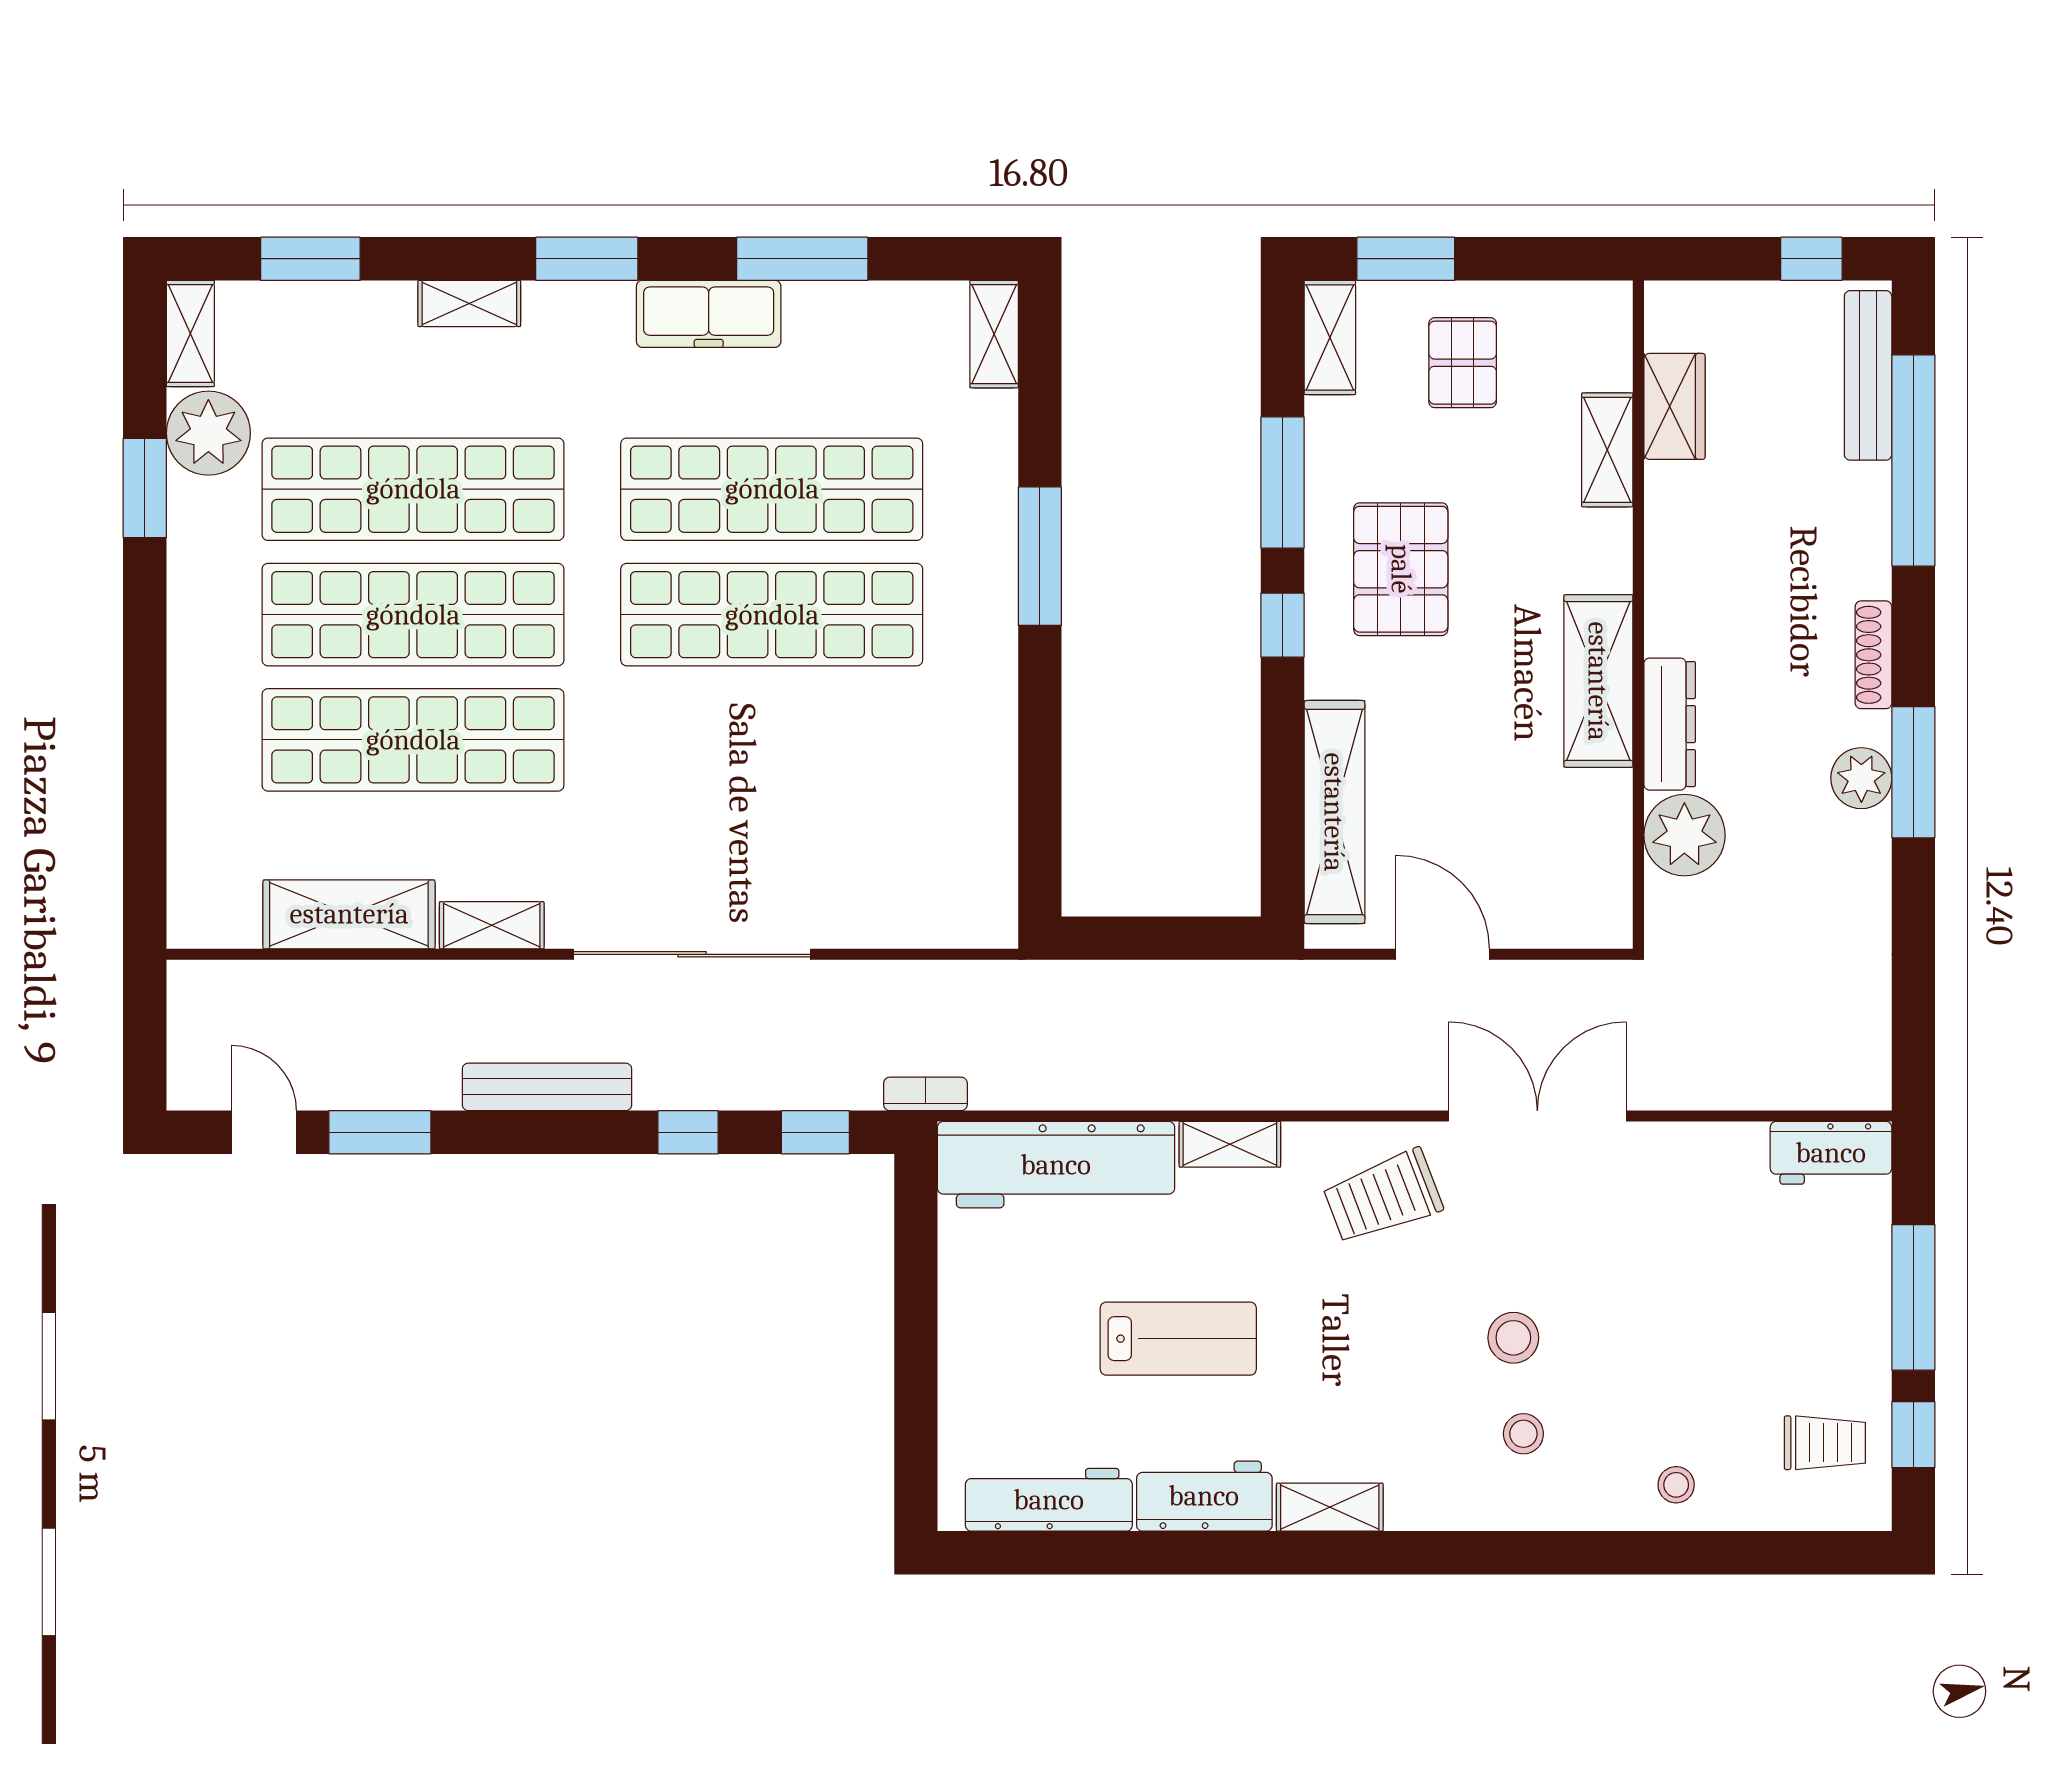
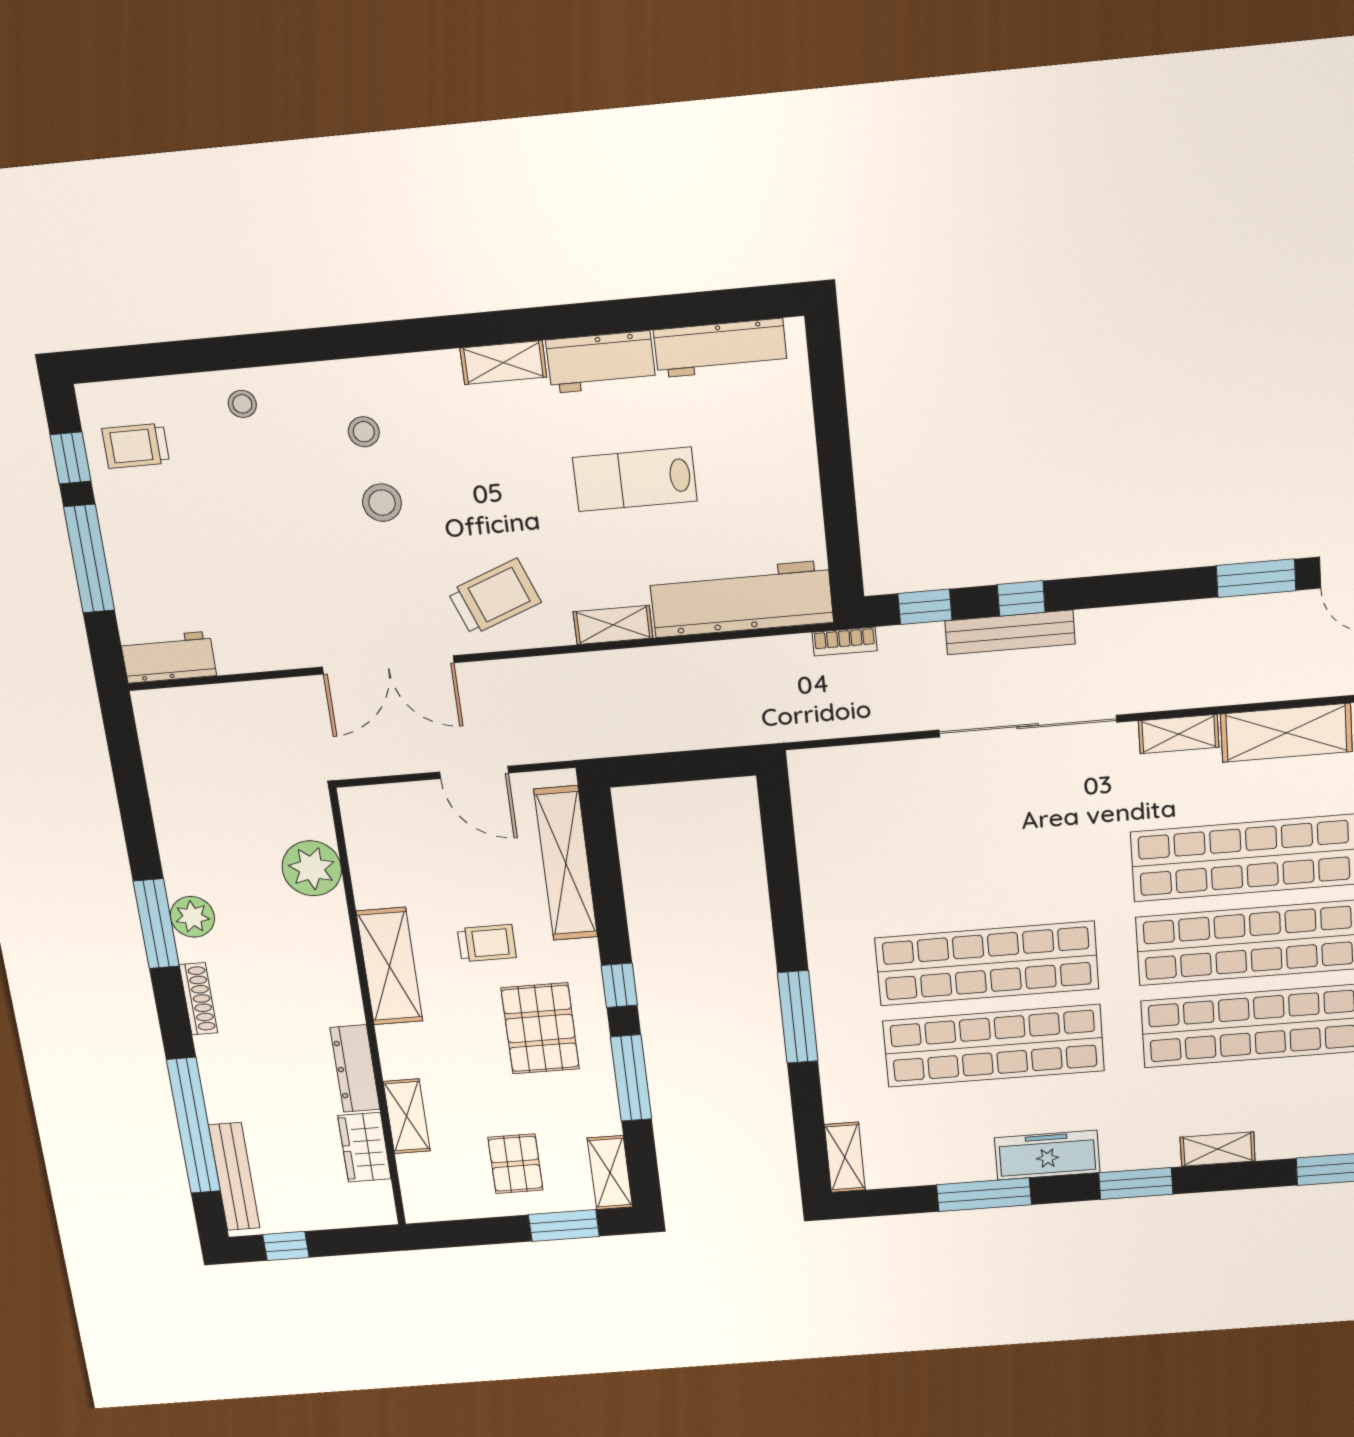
trolley: (1458, 704) -> (487, 943), added
dresser: (1670, 724) -> (355, 1069), moved
bench: (547, 1087) -> (1010, 632), moved

